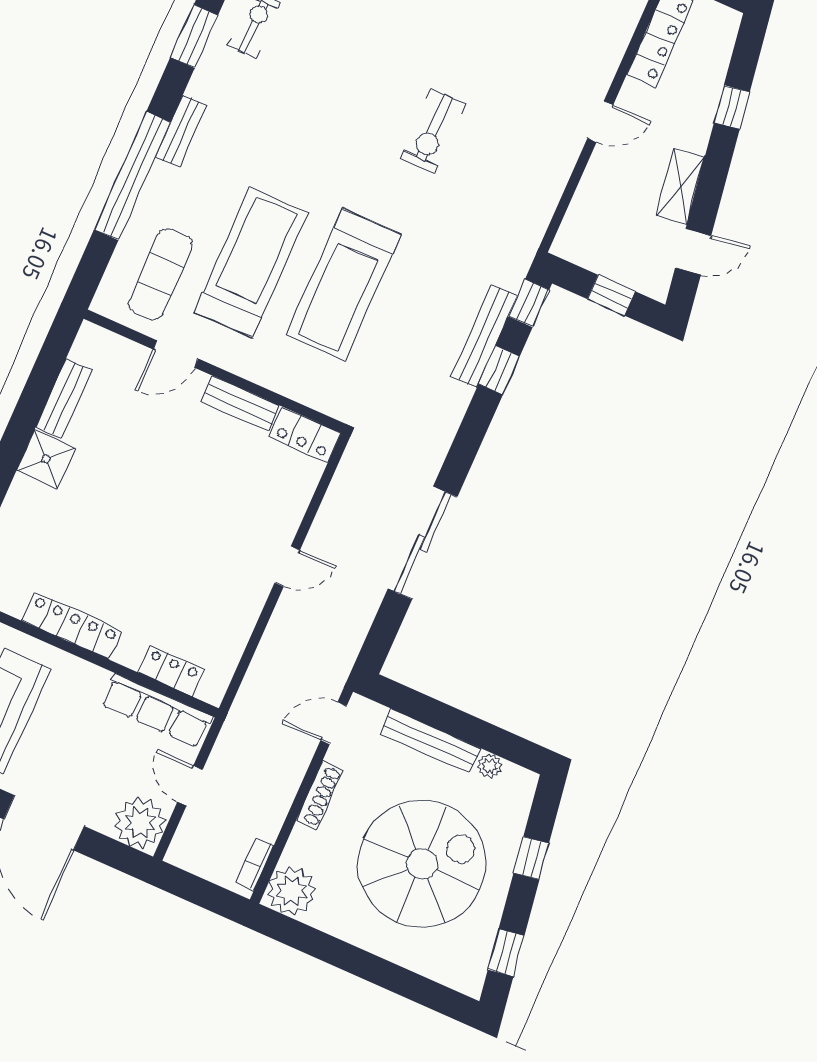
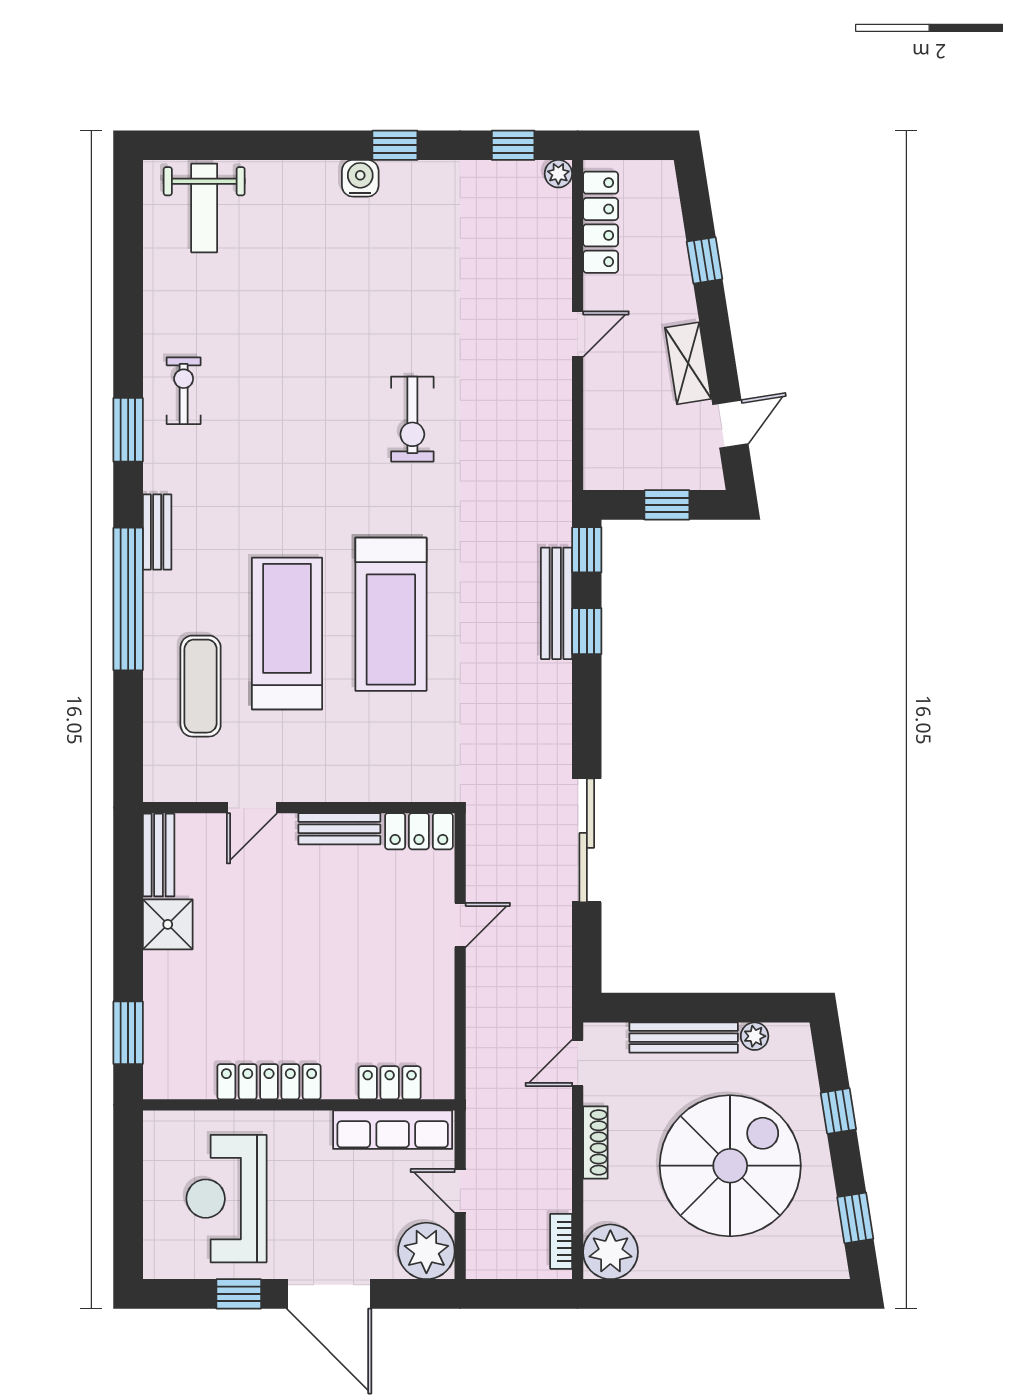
door: (176, 354) -> (252, 808), moved
wall: (214, 371) -> (299, 808), moved
bench: (240, 403) -> (339, 829), moved
locker: (305, 435) -> (419, 831), moved

